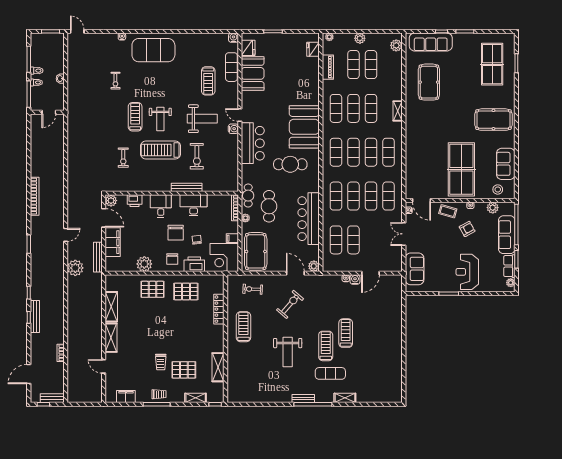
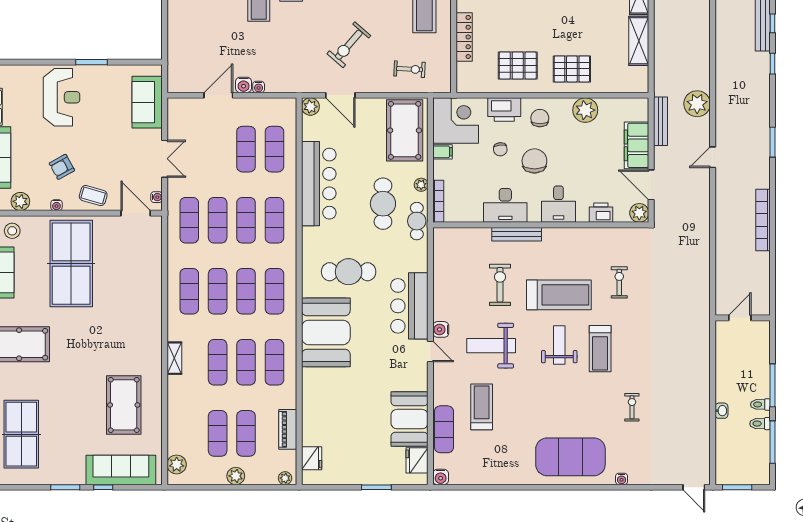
wall: (47, 112) -> (743, 318), moved
door: (49, 112) -> (740, 318), moved

